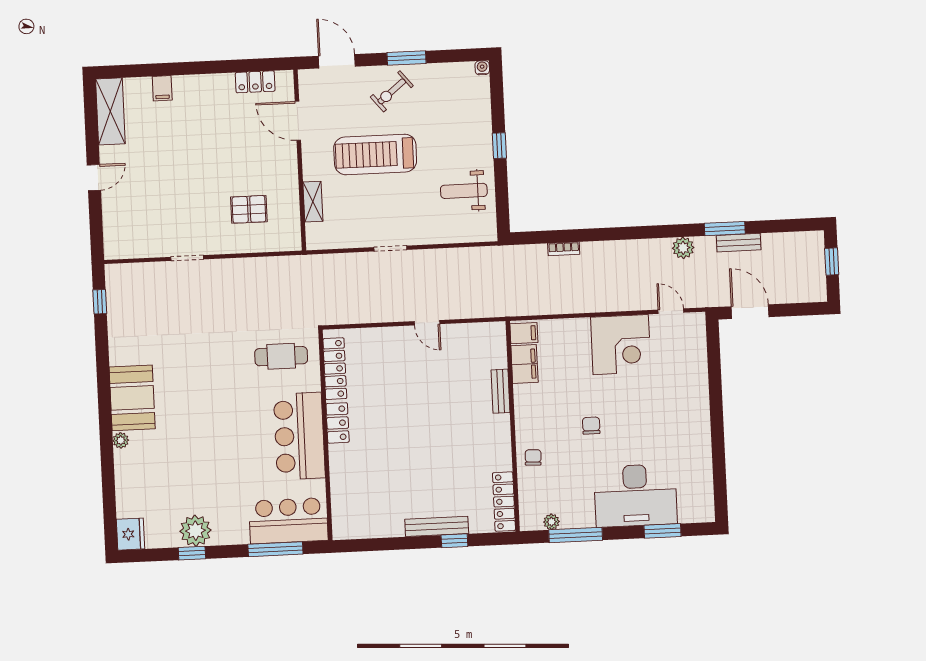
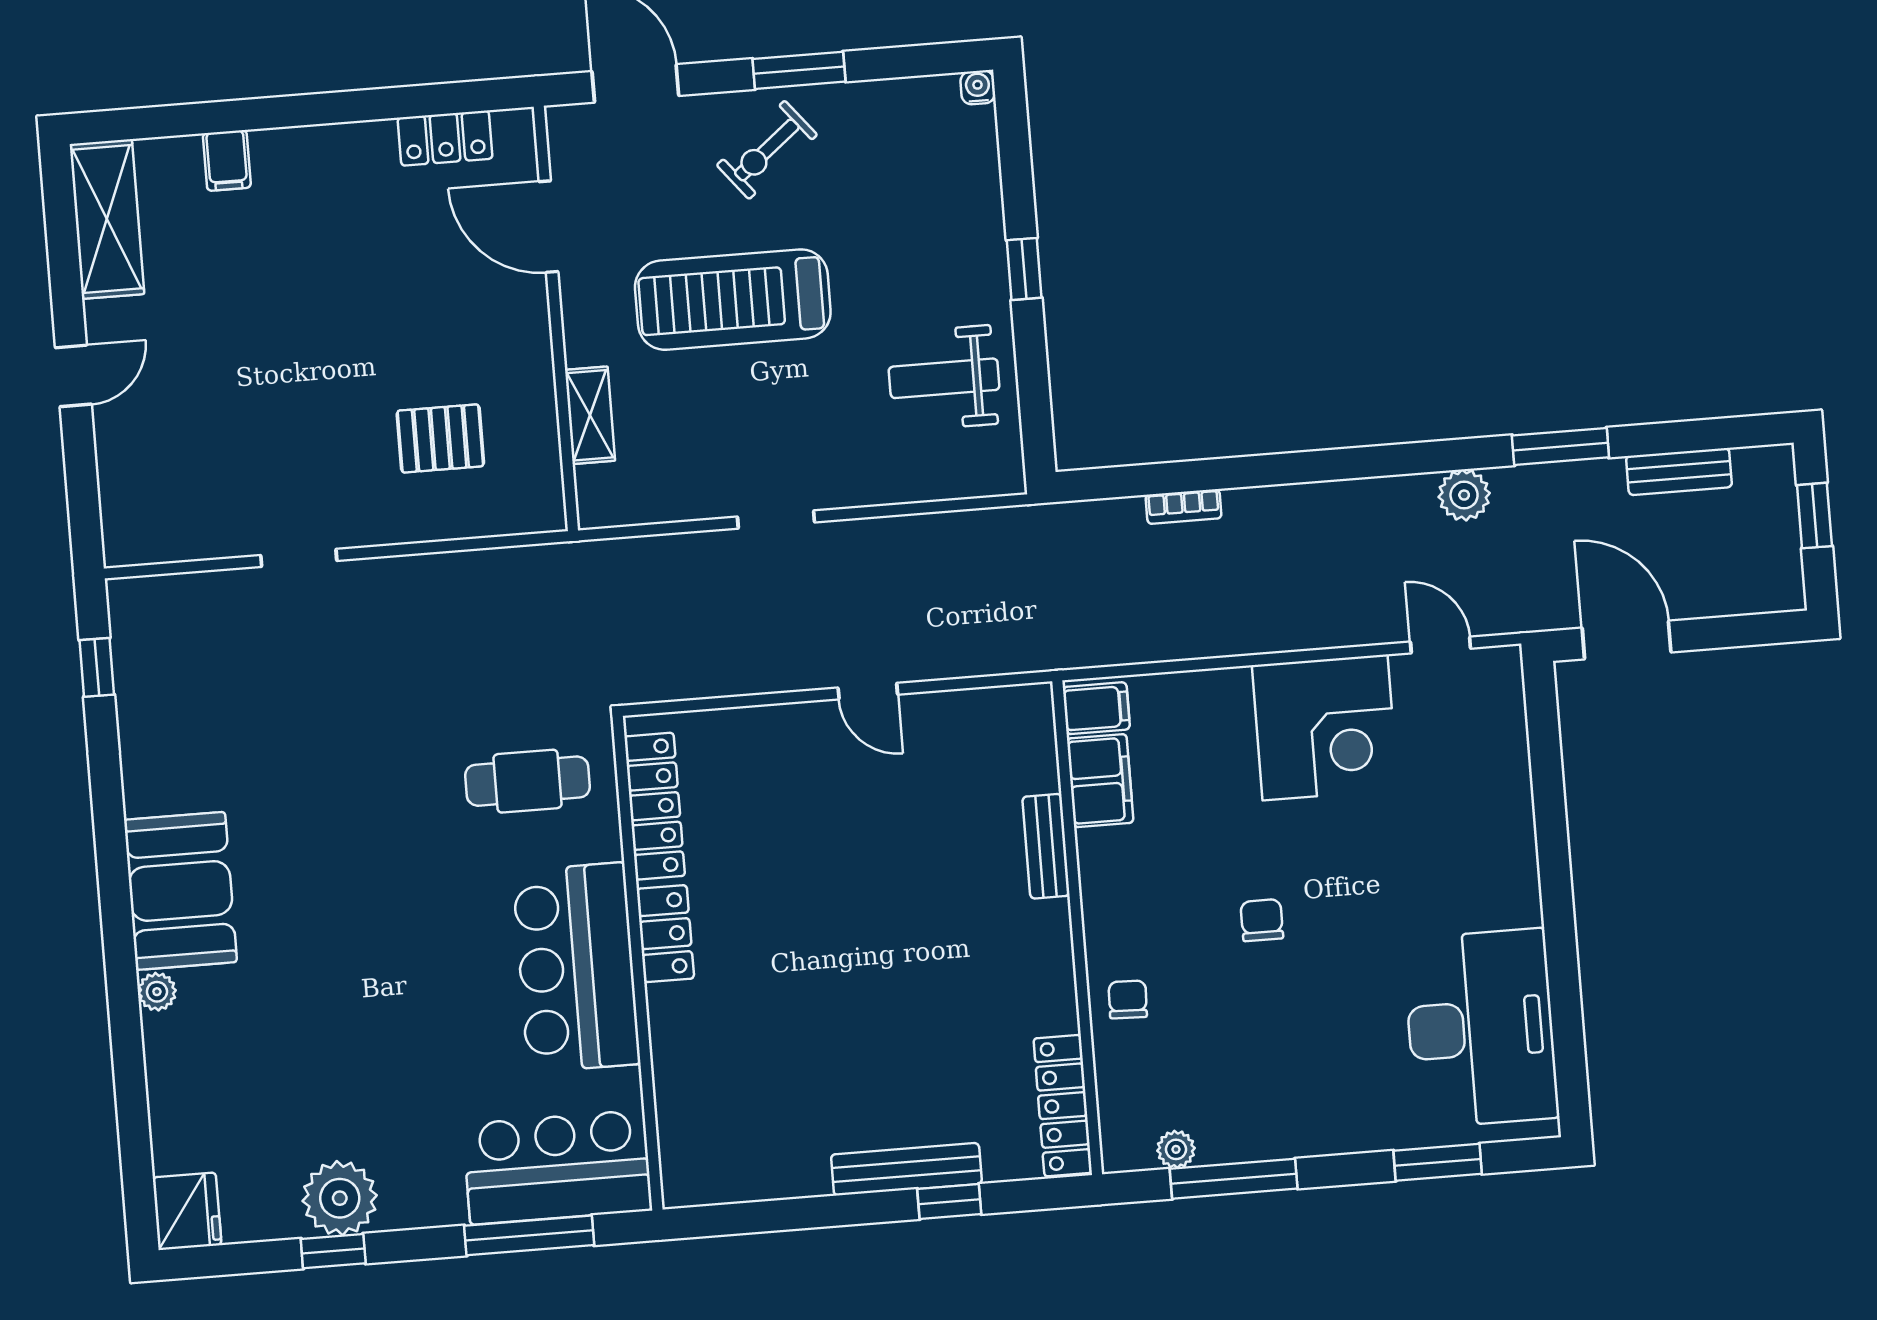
bench: (739, 243) -> (1679, 472), moved
desk: (635, 495) -> (1481, 1028), moved, turned -90

